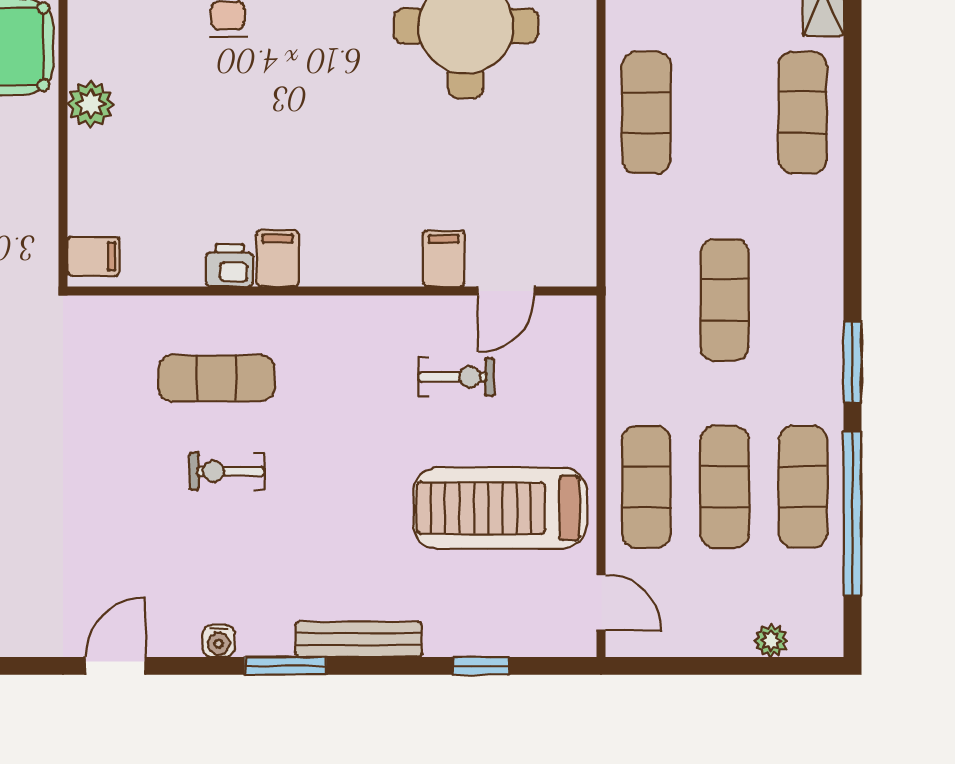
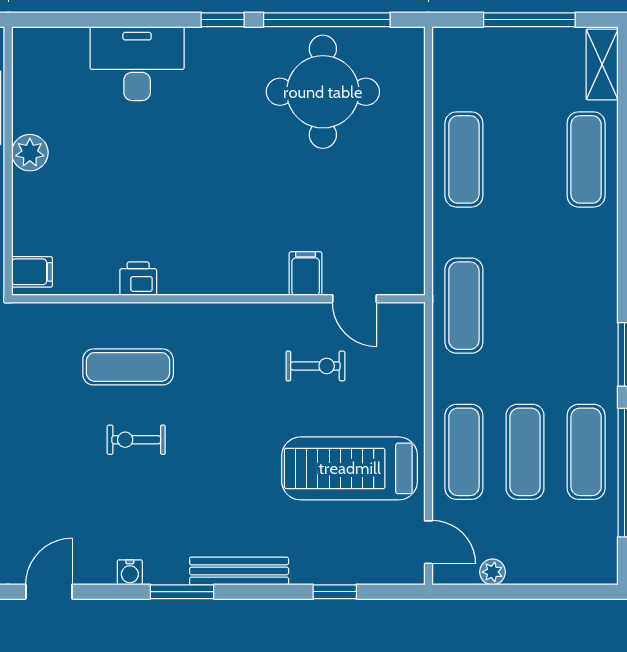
filing cabinet: (278, 258) -> (176, 273), removed
door: (506, 291) -> (355, 299), hinge flipped
exercise mat: (725, 300) -> (464, 306), moved
plant: (771, 641) -> (493, 572), moved

